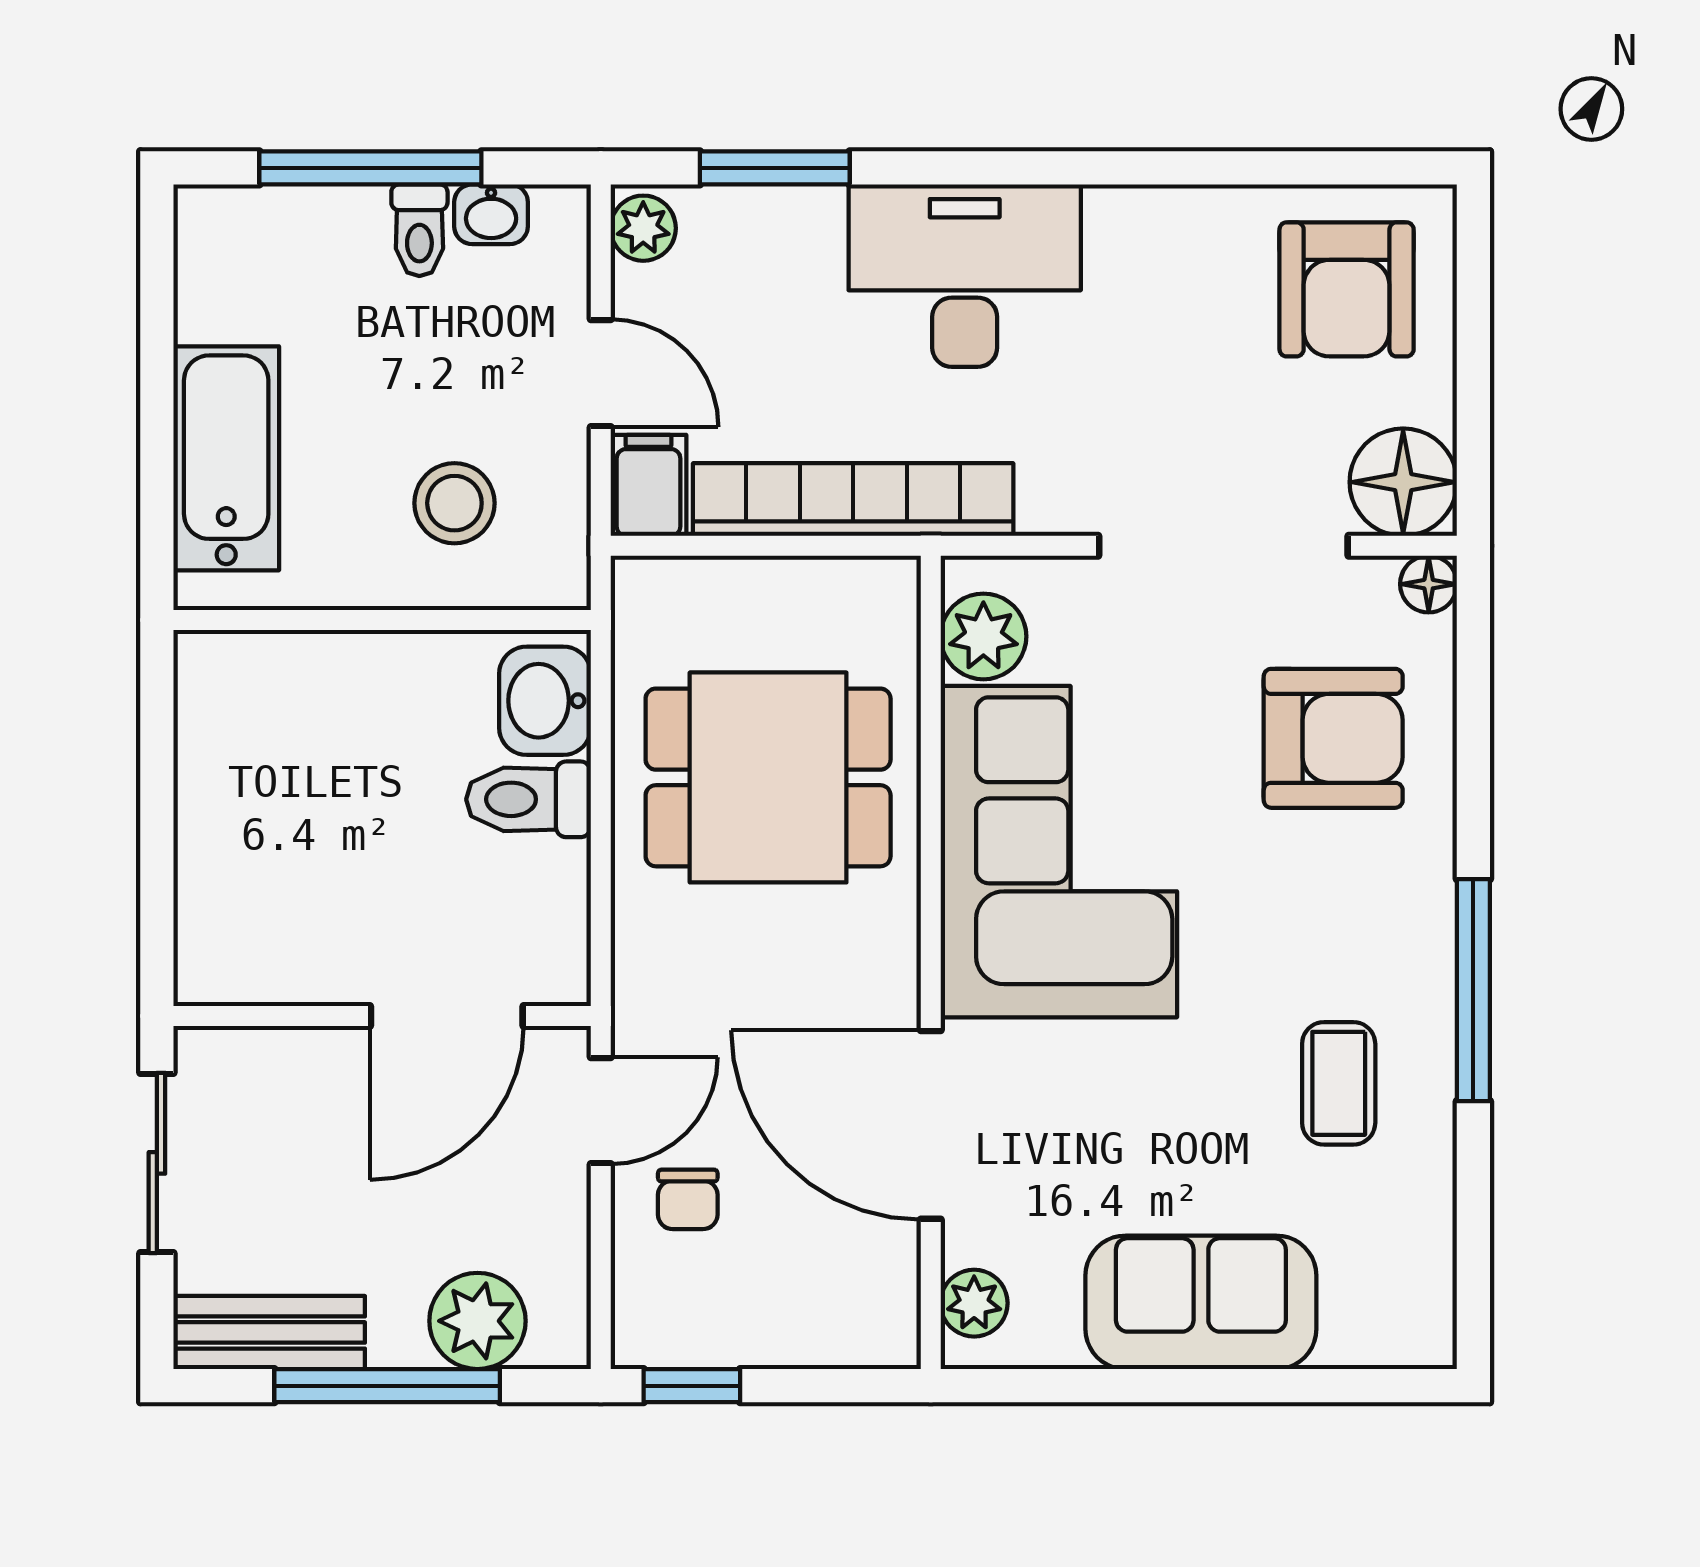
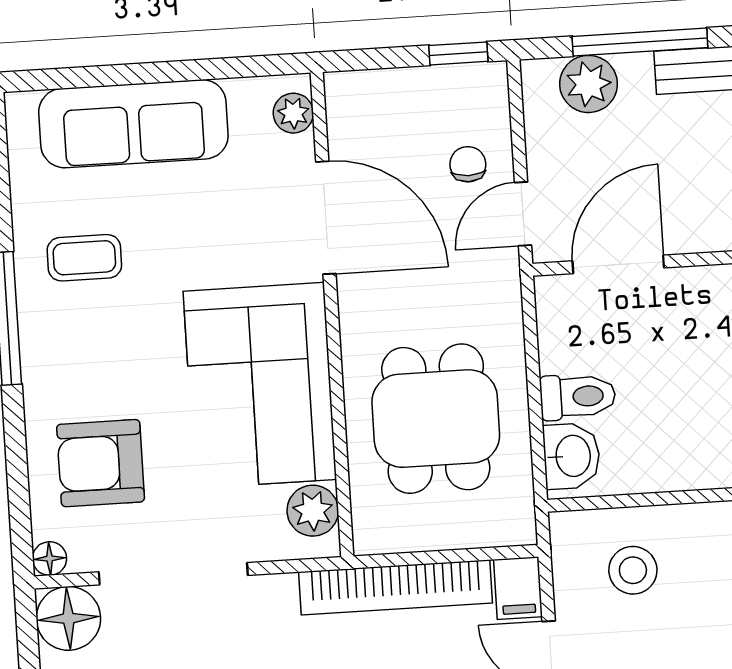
dining table: (768, 777) -> (436, 419), turned 90
coffee table: (1339, 1083) -> (84, 258), turned 90
sofa: (1201, 1302) -> (133, 124), width x1.36

